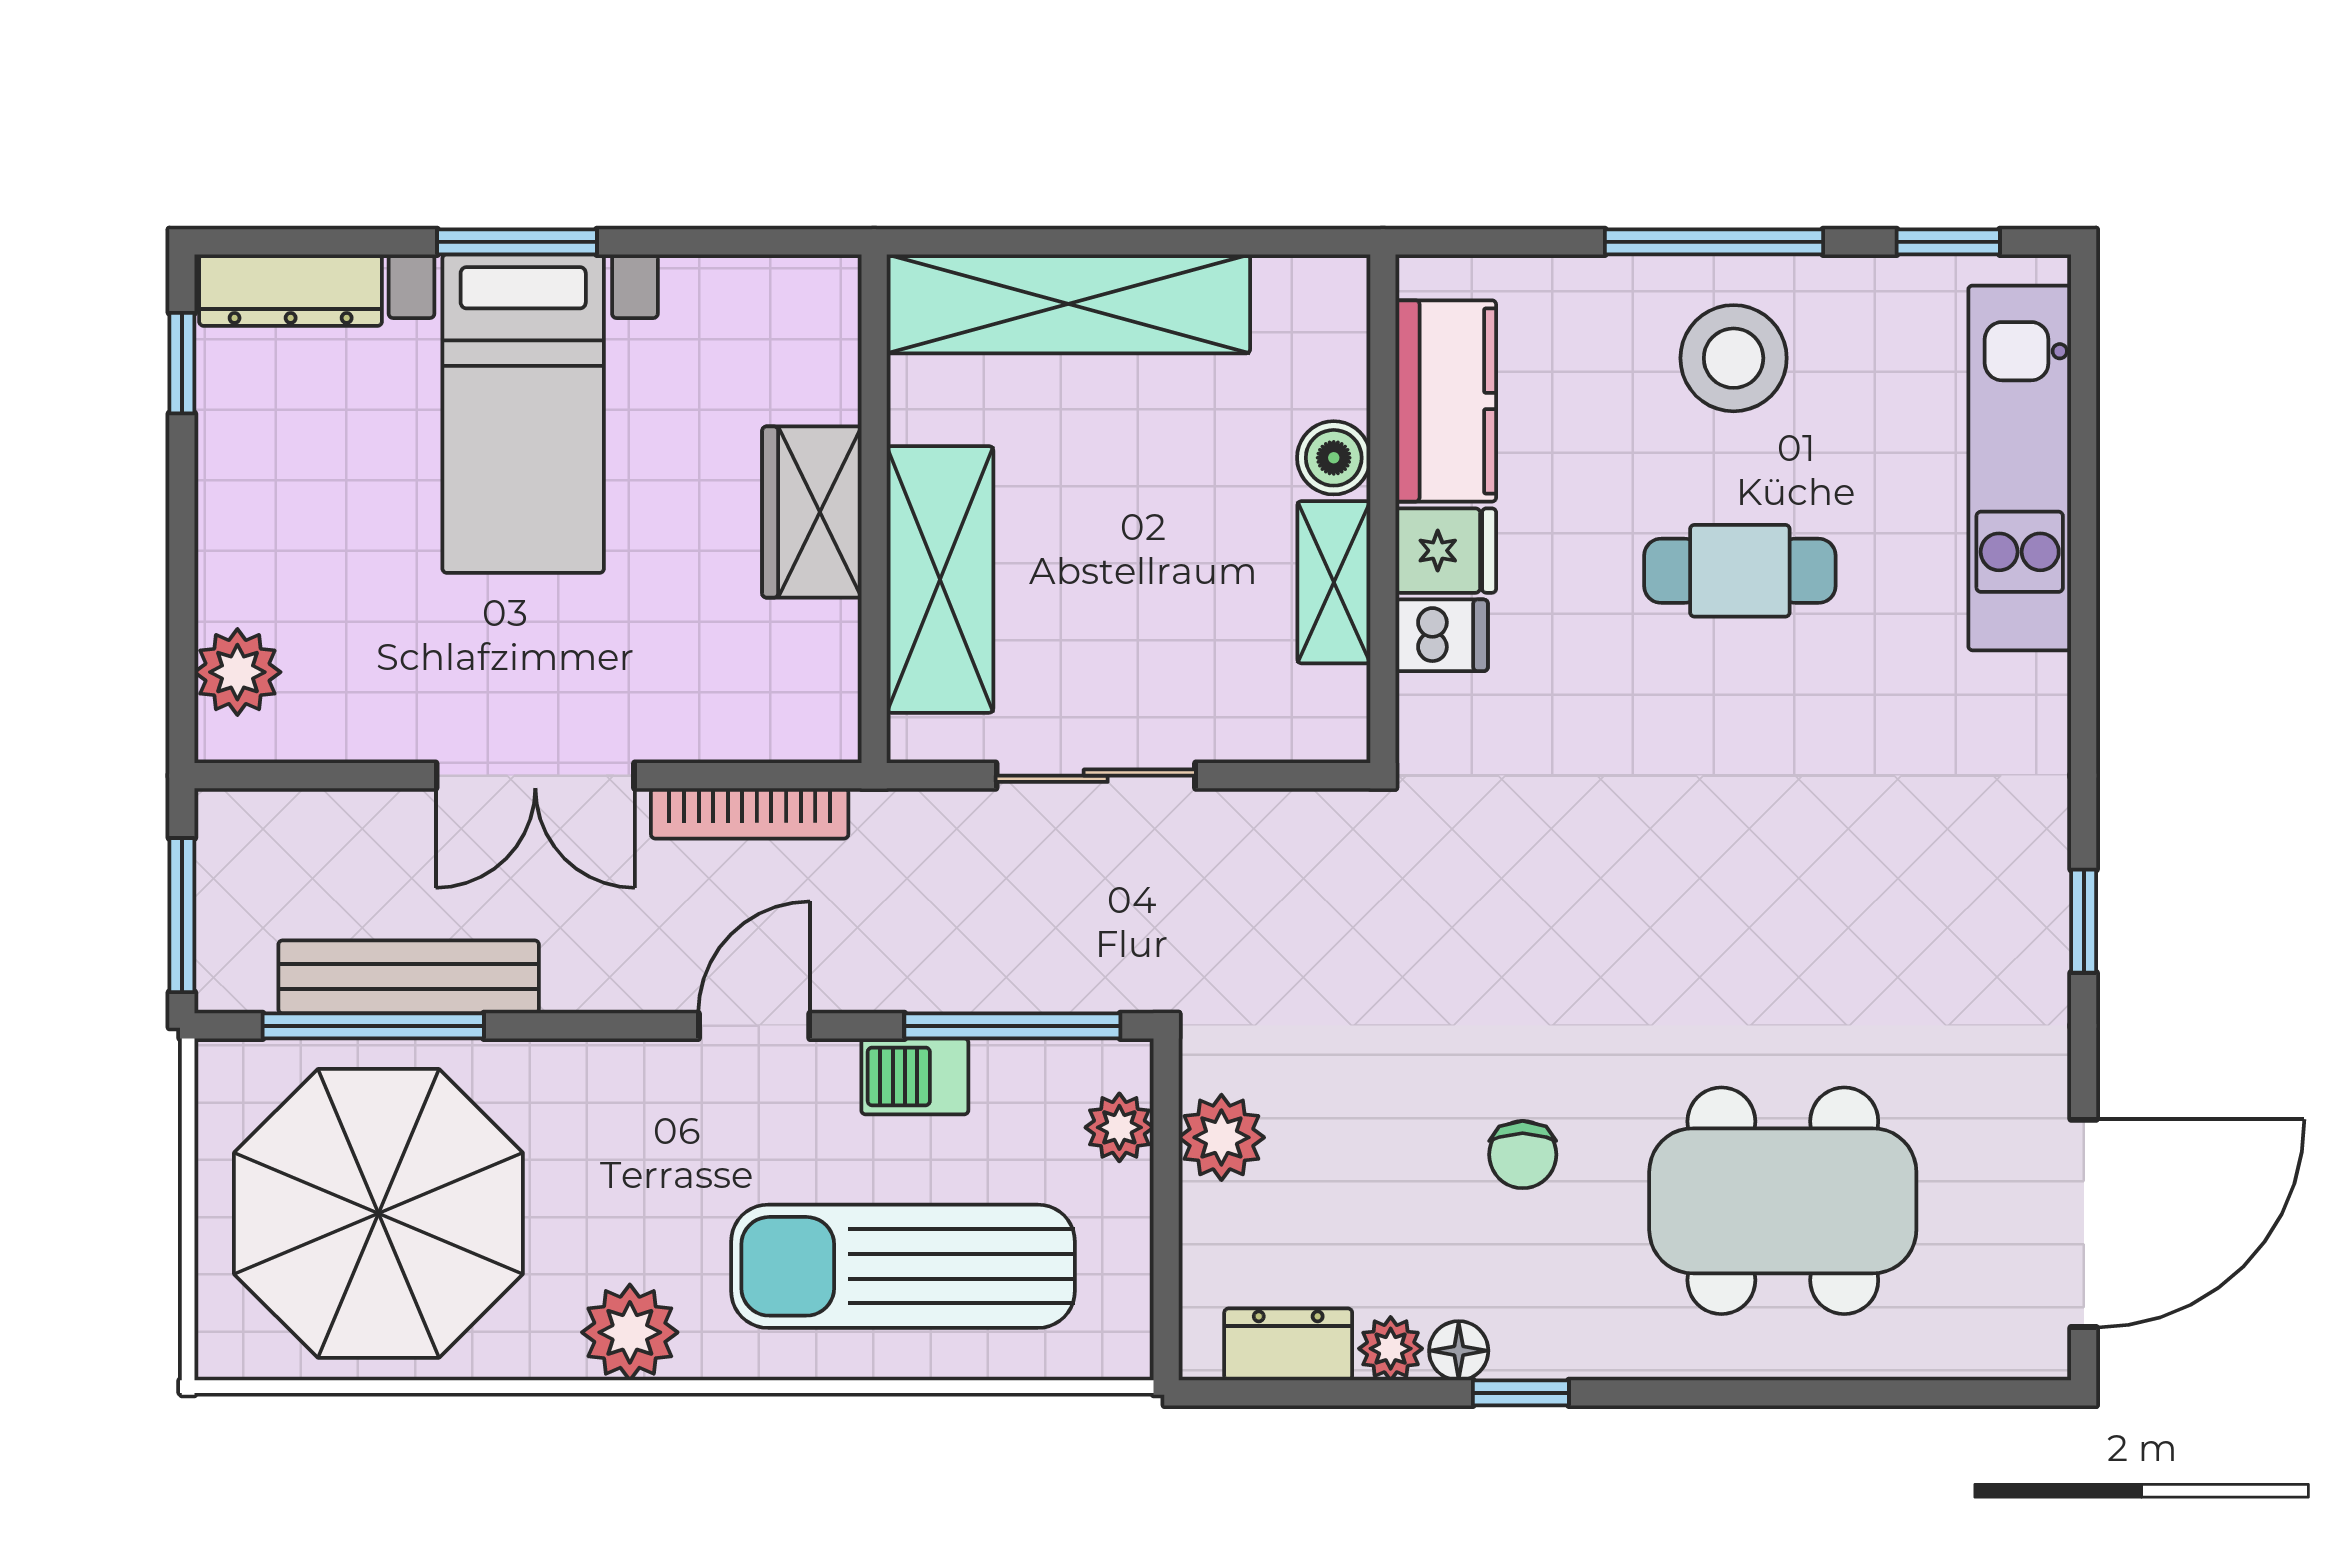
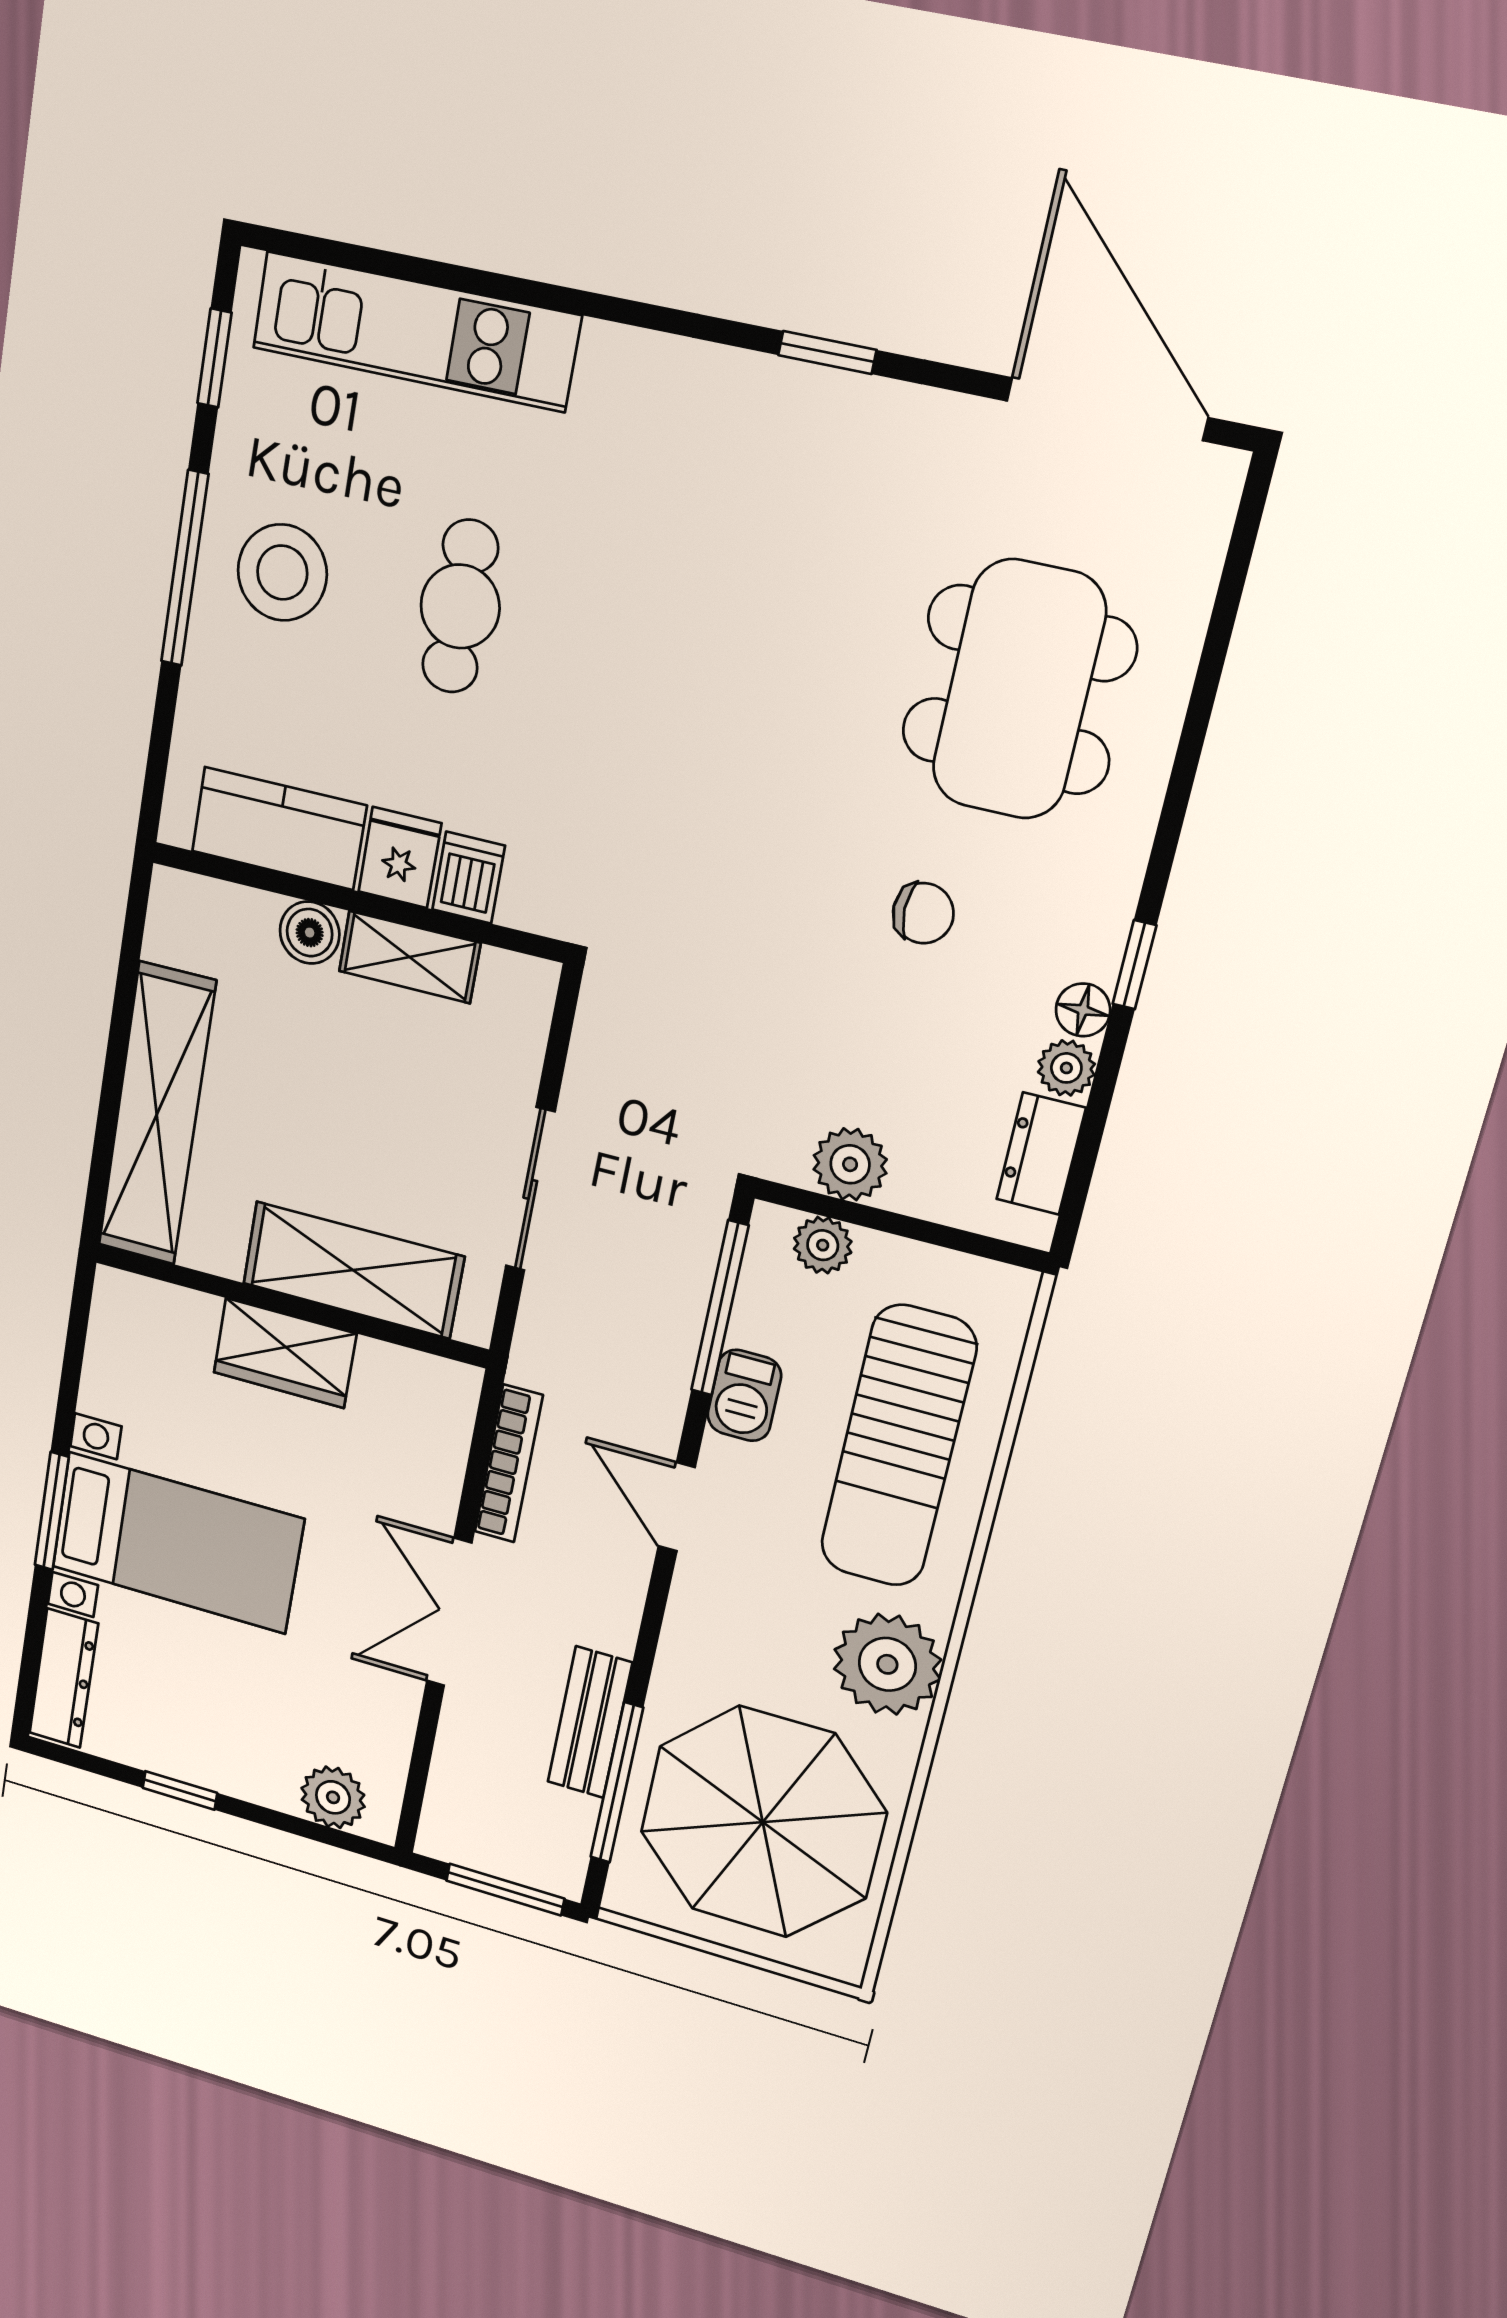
window: (182, 363) -> (180, 1790), moved
double door: (535, 776) -> (449, 1612), swing flipped
bench: (409, 977) -> (590, 1722), width x0.73
plant: (630, 1332) -> (887, 1664), width x1.36, depth x1.36

